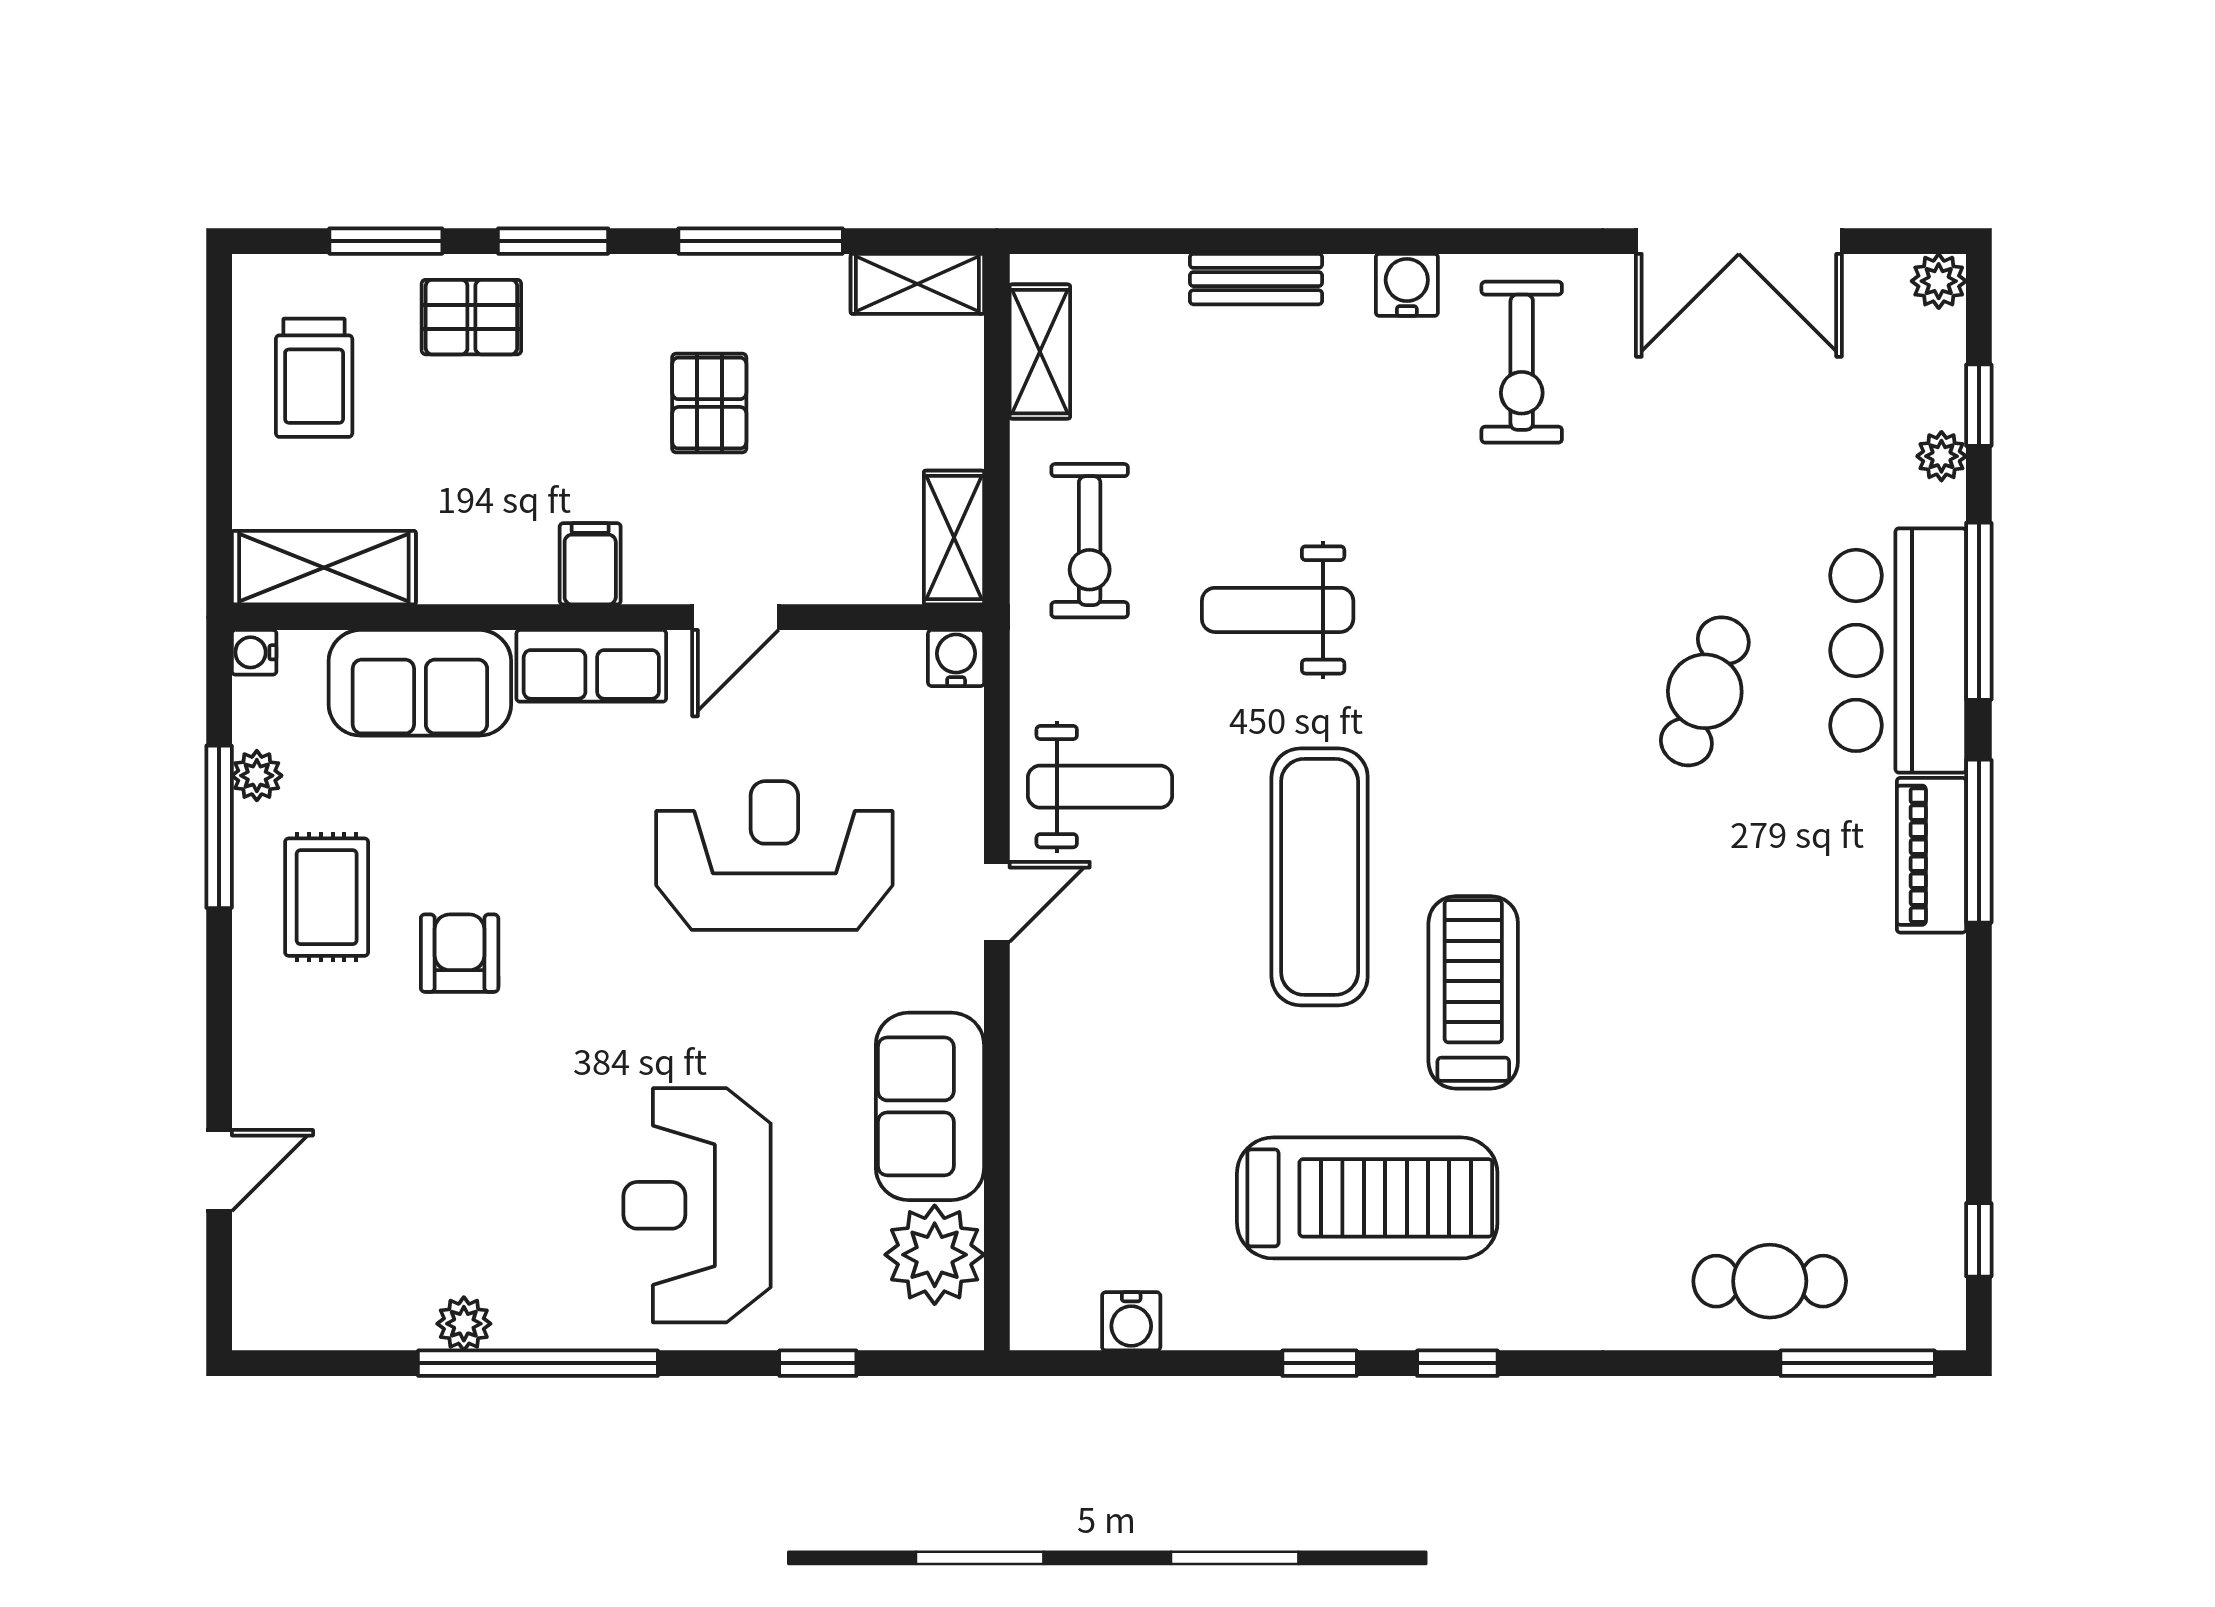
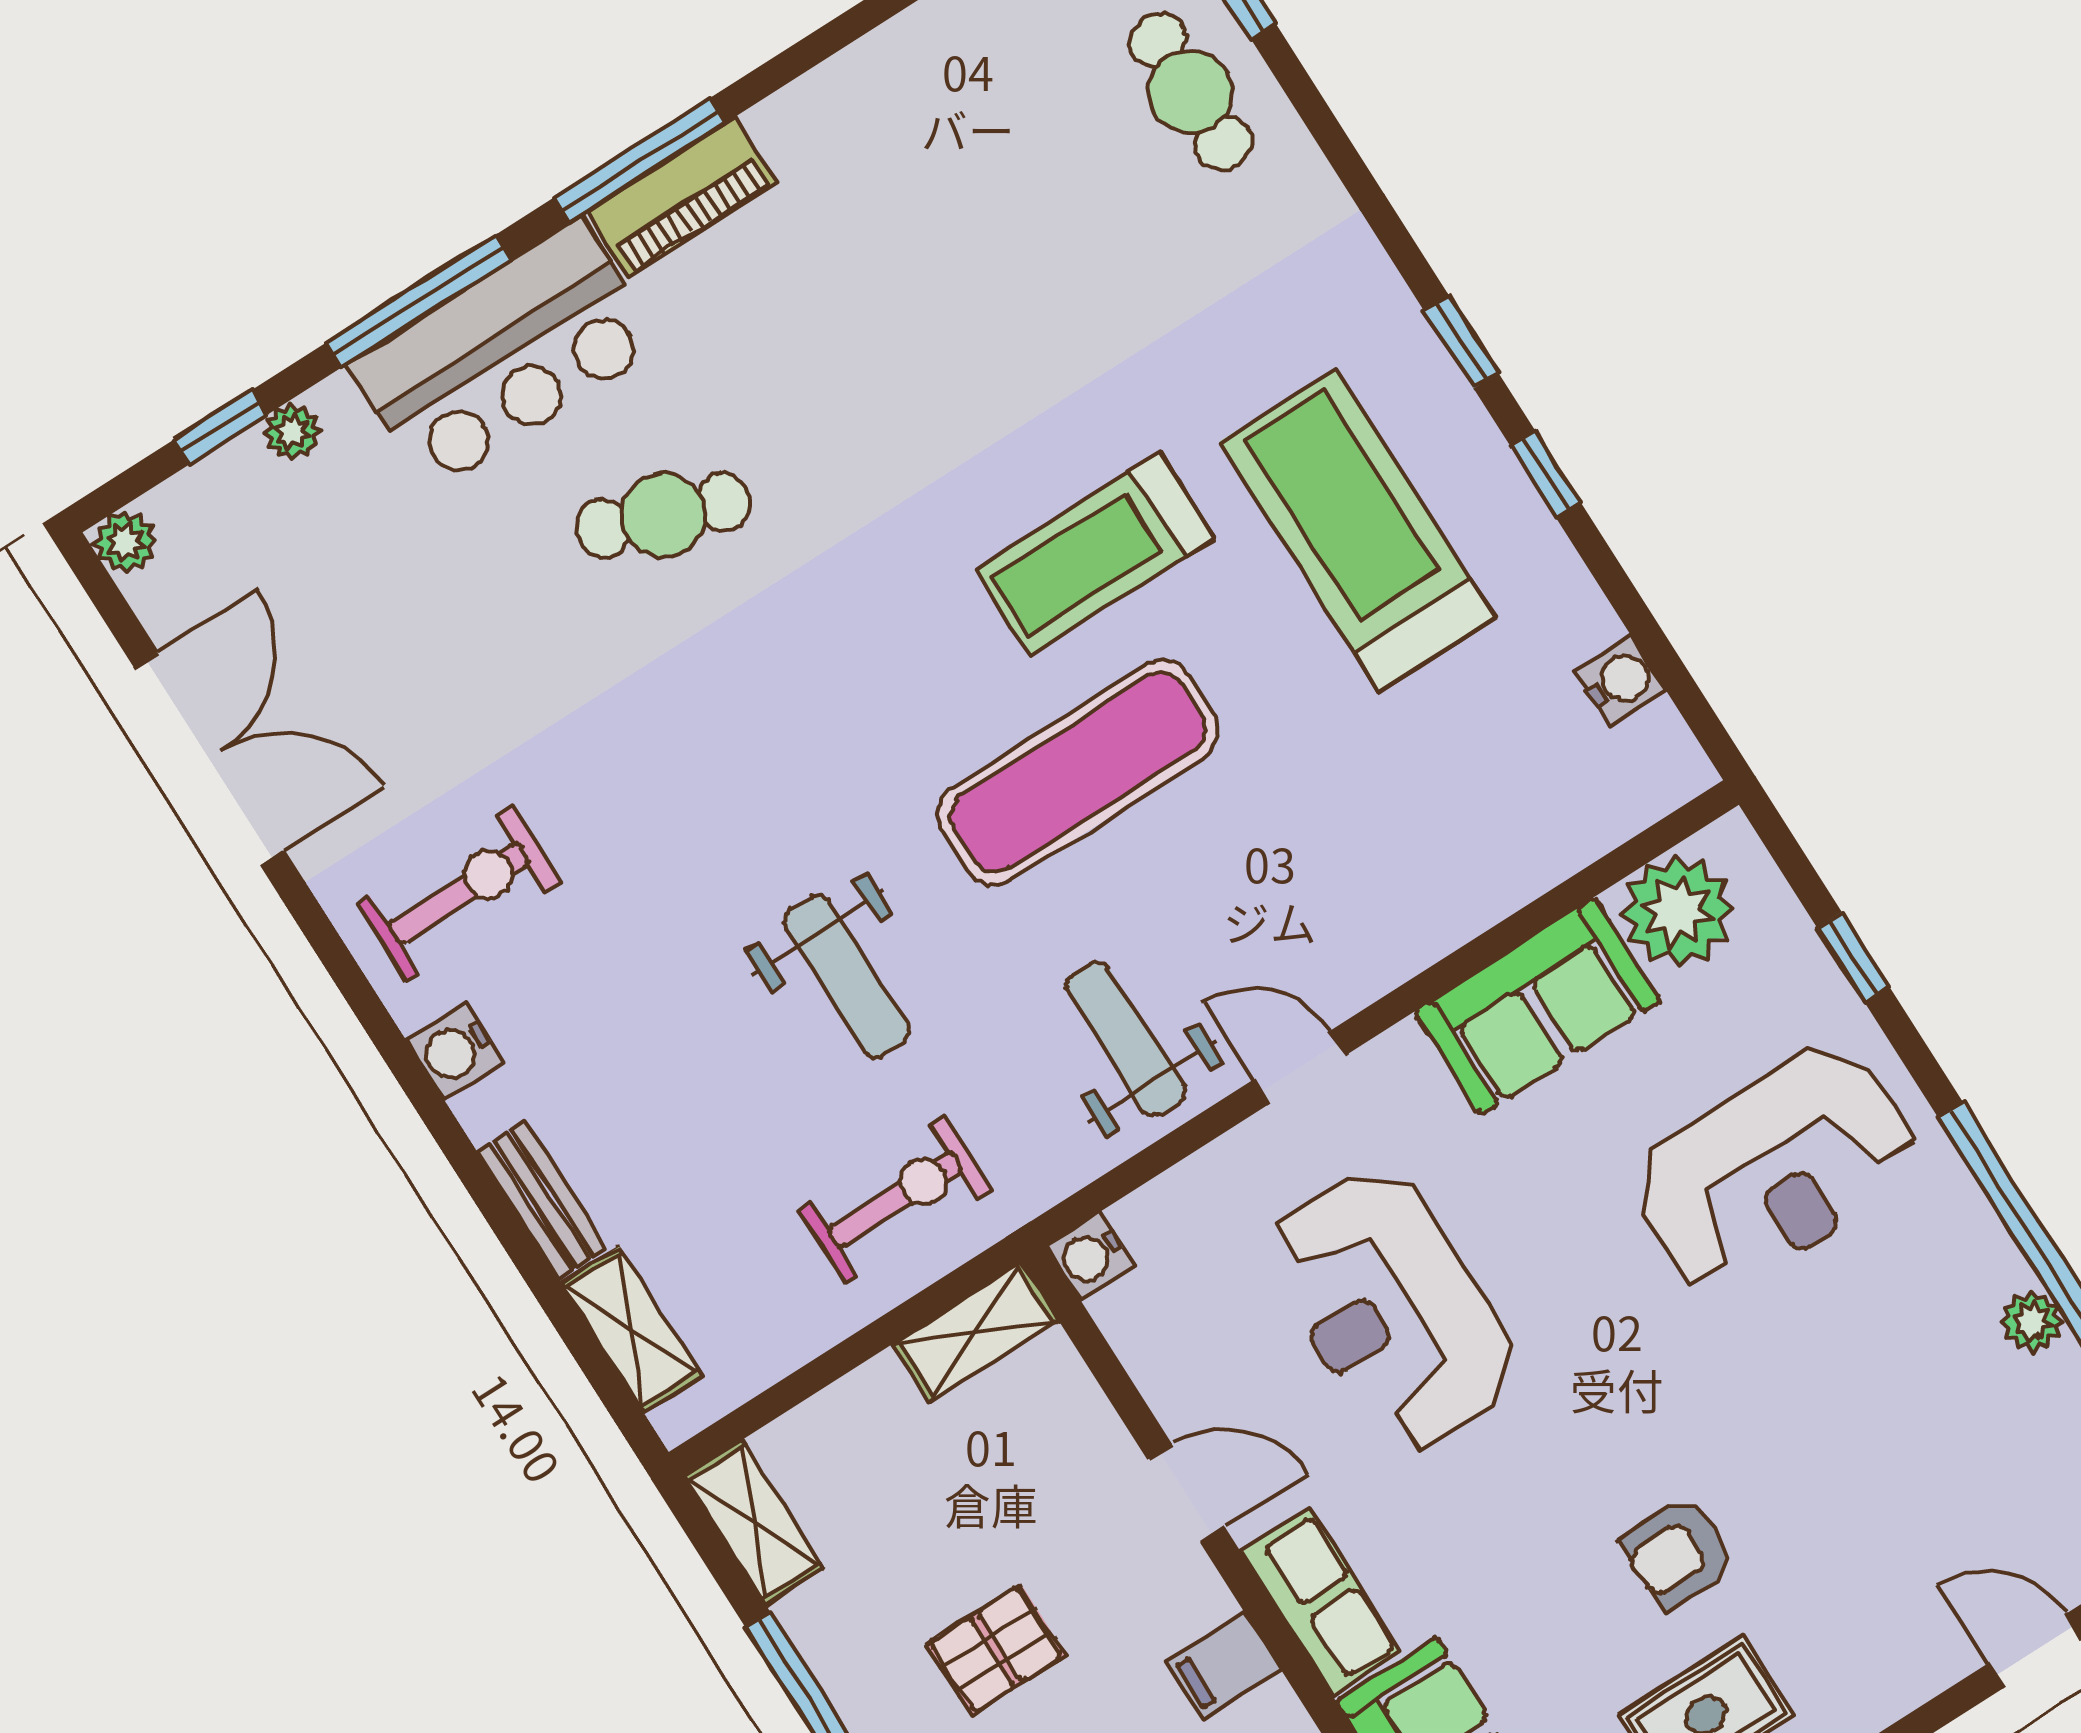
shelving: (1040, 352) -> (631, 1330), moved, turned 90

